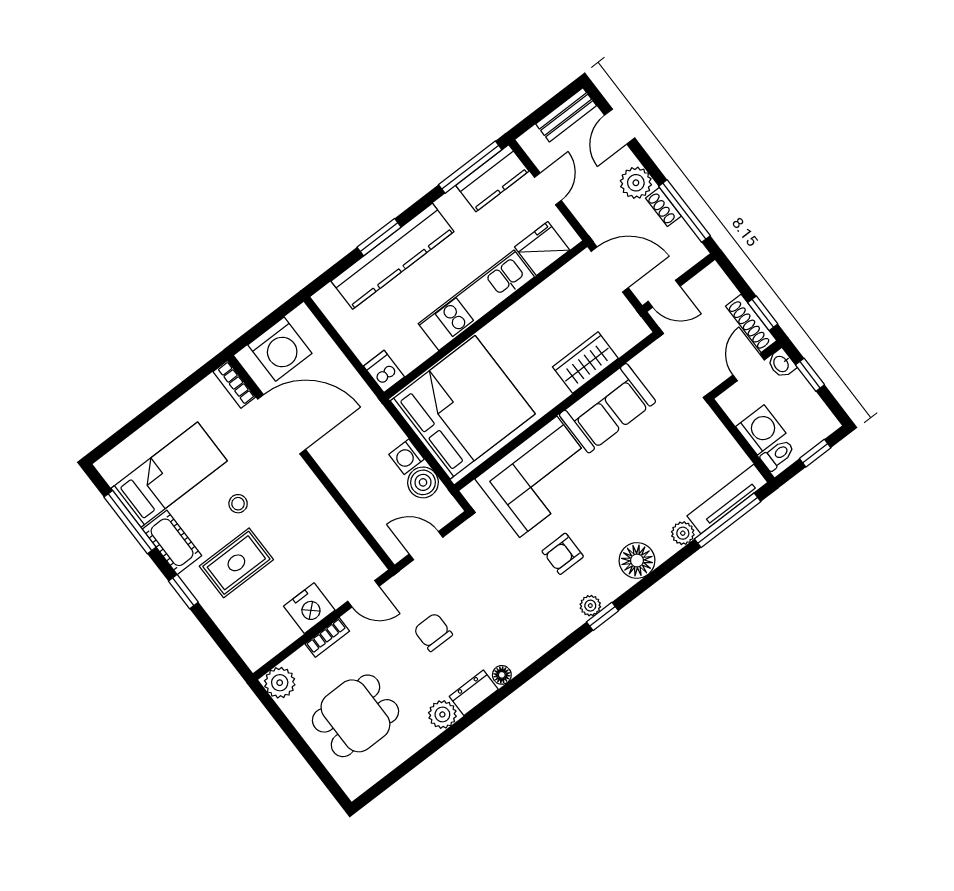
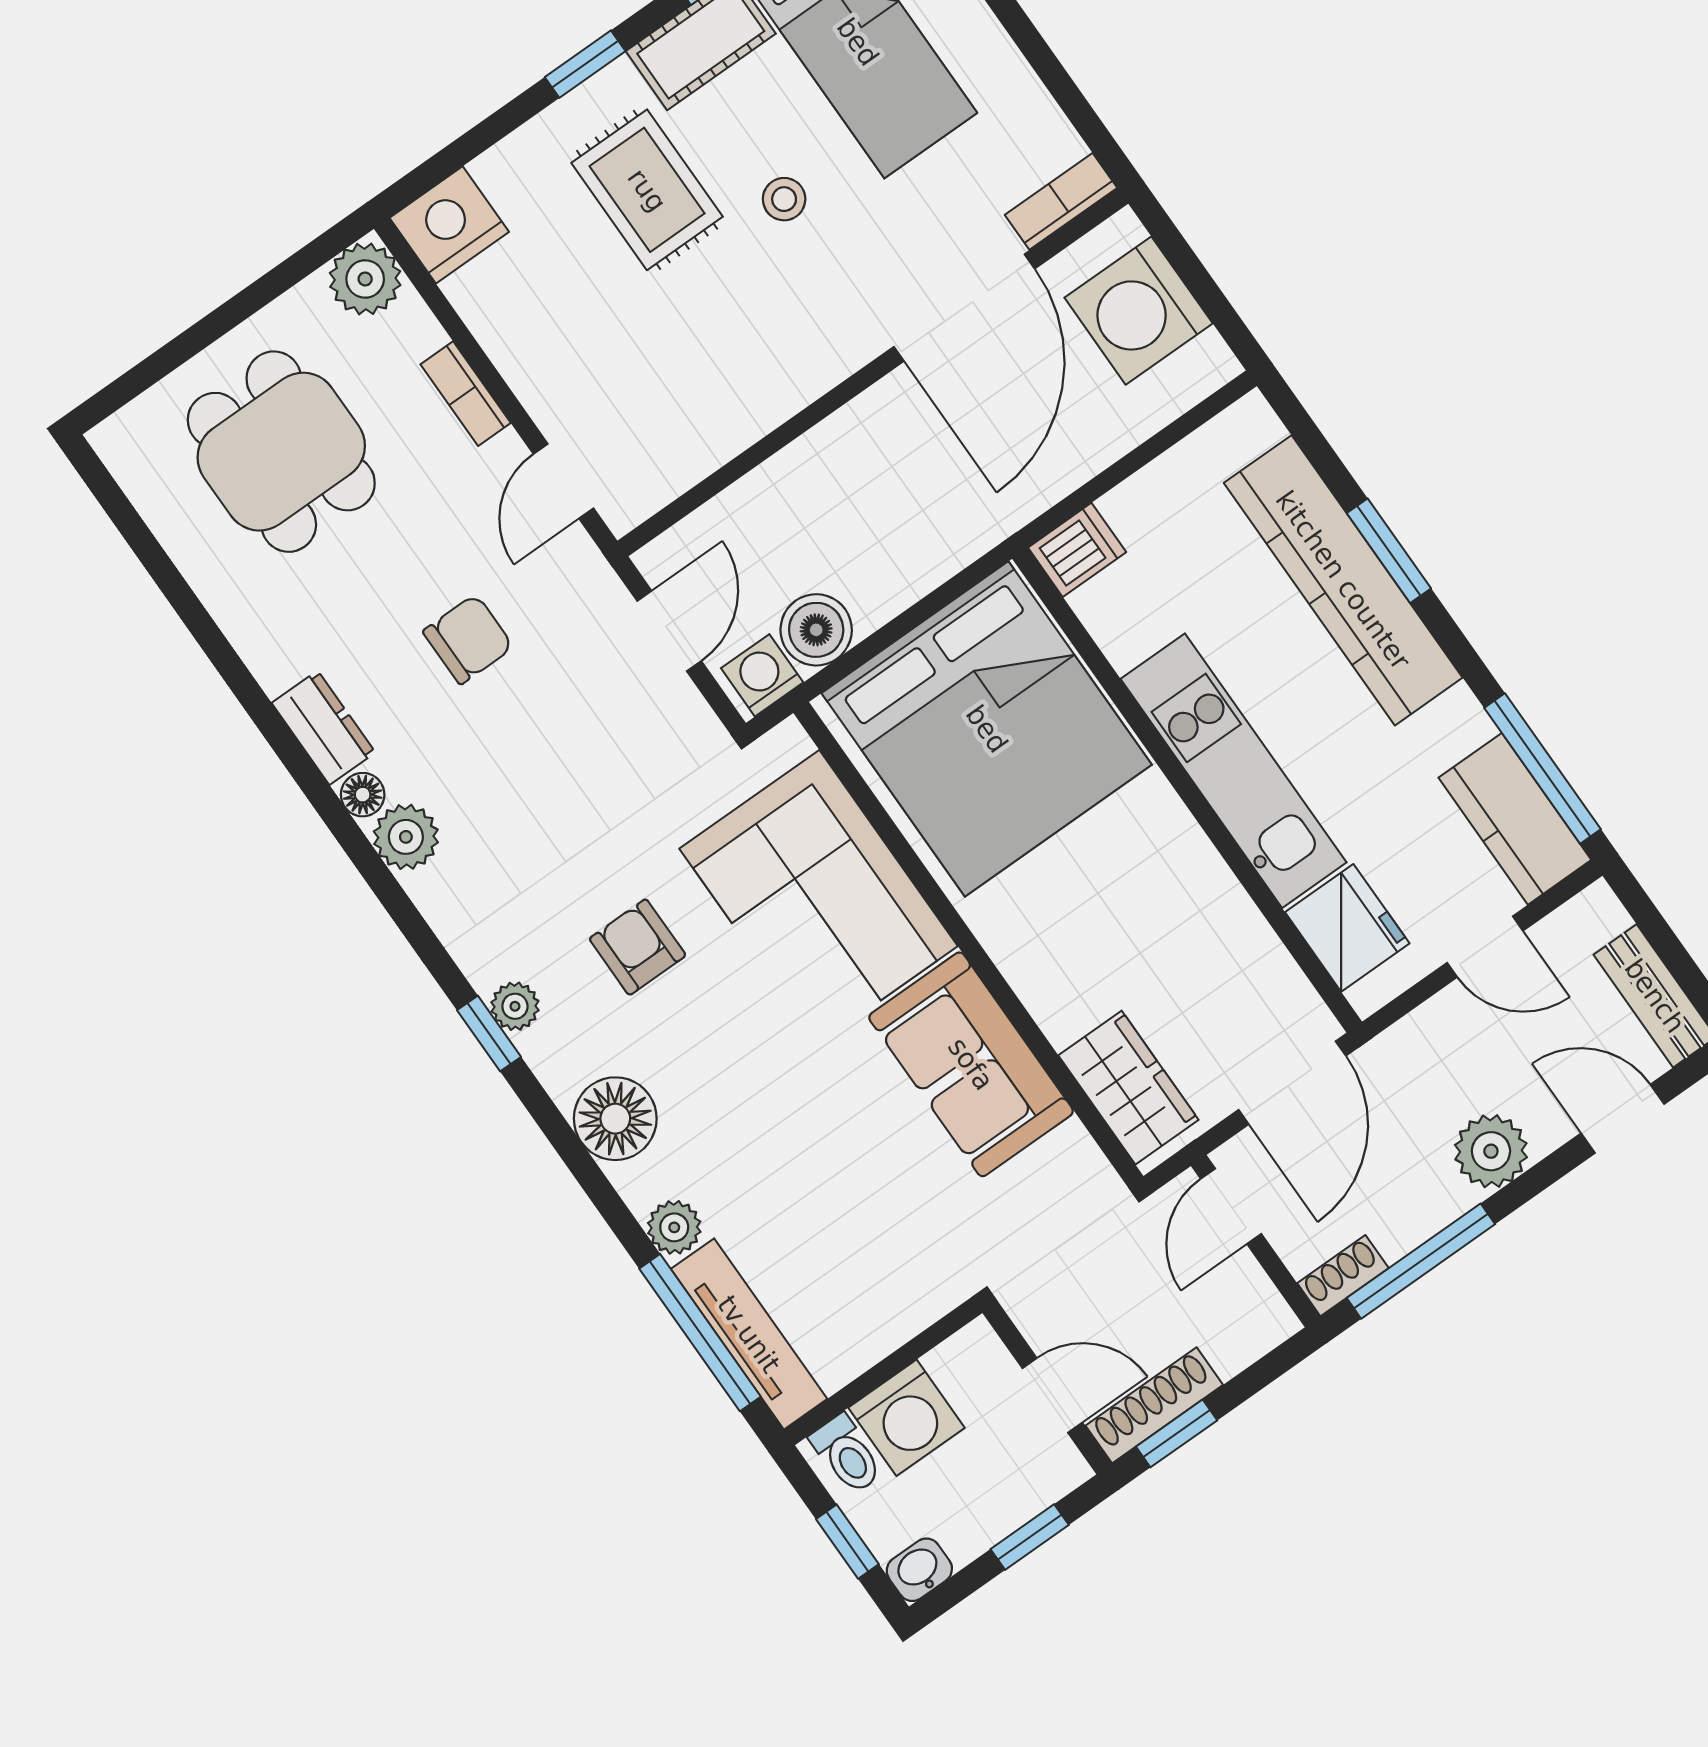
shoe rack: (663, 207) -> (1343, 1276), moved
wardrobe: (585, 363) -> (1128, 1088), moved
washbasin: (781, 364) -> (919, 1570), moved
washing machine: (407, 457) -> (762, 675), moved
nightstand: (309, 608) -> (449, 225), moved, turned 90
plant: (442, 714) -> (406, 837), moved

